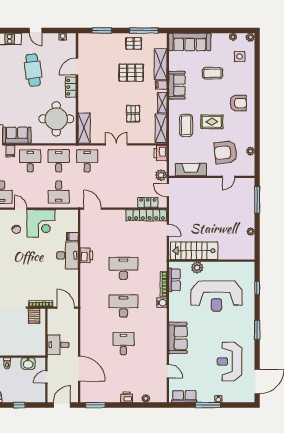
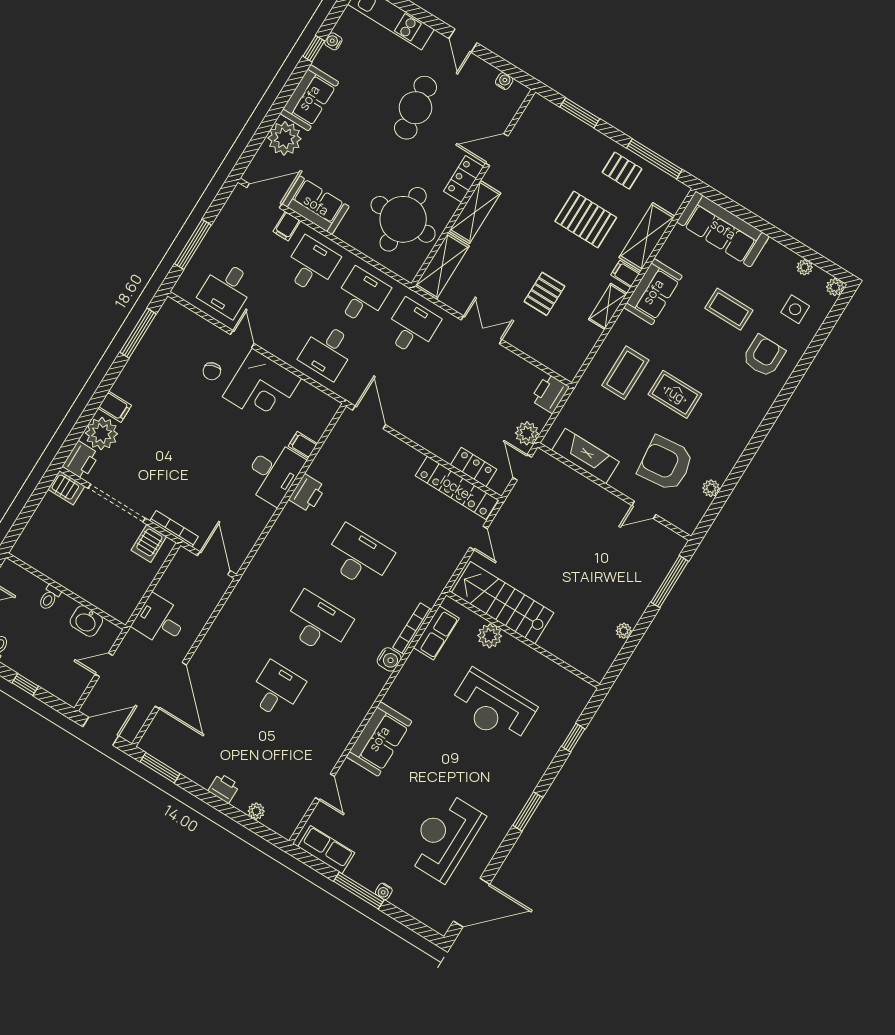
armchair: (238, 103) -> (764, 356), moved, turned -90
shelving: (161, 128) -> (475, 212), moved
reception desk: (216, 296) -> (493, 707), width x0.74, depth x0.77

